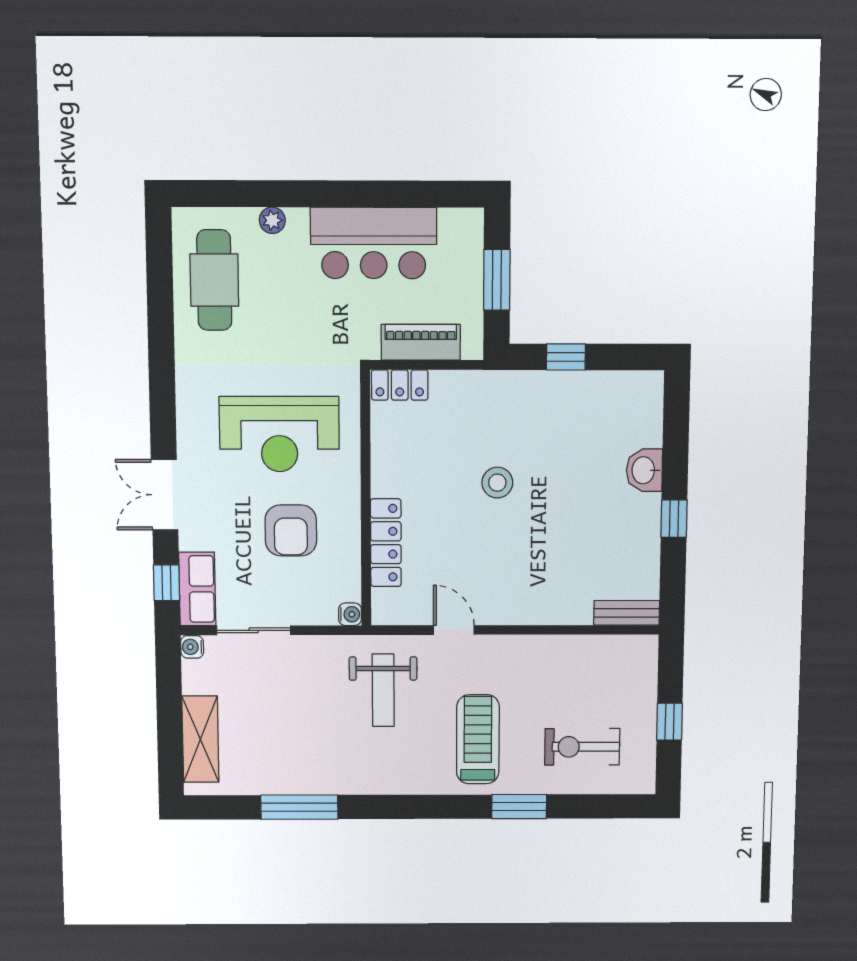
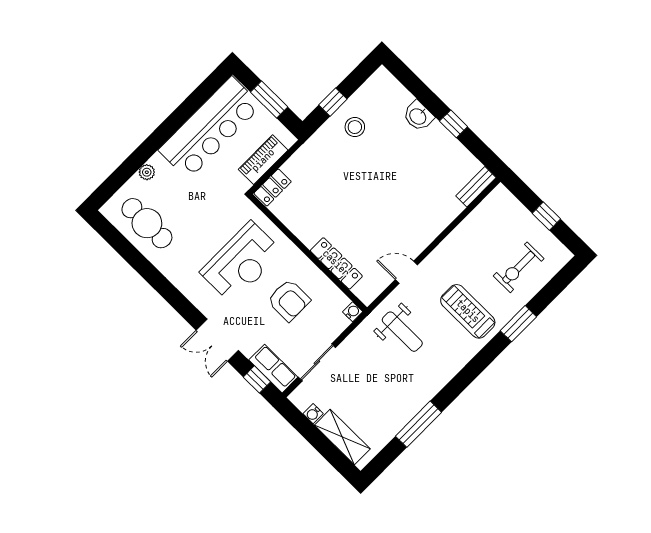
bar counter: (374, 243) -> (210, 128), width x1.36
stool: (497, 483) -> (355, 127), moved
water cooler: (192, 647) -> (313, 414), moved

